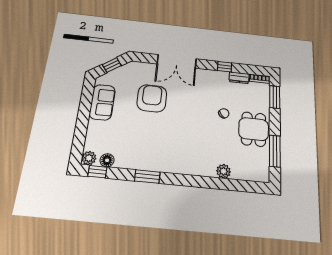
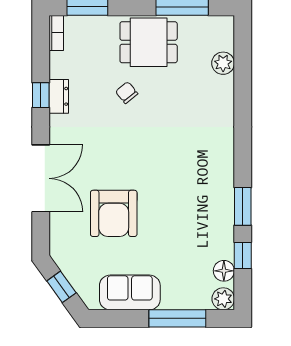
dresser: (239, 78) -> (59, 96), moved
armchair: (152, 98) -> (114, 213), turned -90
window: (81, 128) -> (177, 318), added
plant: (223, 171) -> (223, 63), moved
window: (97, 172) -> (243, 255), moved

